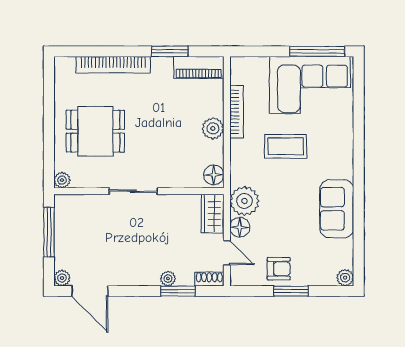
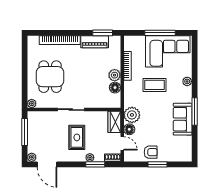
window: (170, 51) -> (103, 33), moved
window: (317, 51) -> (160, 33), moved
piano: (199, 67) -> (95, 42), moved
dining table: (95, 131) -> (50, 77), turned 90
floor lamp: (214, 175) -> (115, 88), moved
window: (359, 195) -> (195, 112), added
rug: (144, 242) -> (77, 137), added
plant: (345, 278) -> (187, 81), moved

